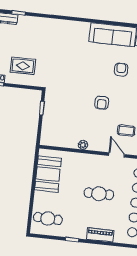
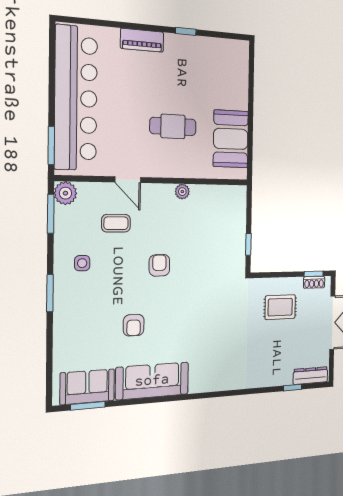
cafe table: (99, 194) -> (173, 126), moved
cafe table: (48, 219) -> (225, 66), removed

